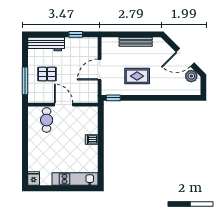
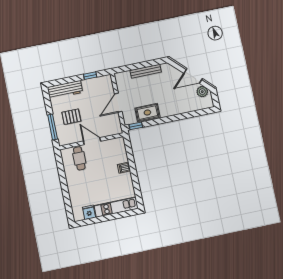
rug: (137, 76) -> (147, 113), moved
fridge: (34, 179) -> (89, 212), moved

